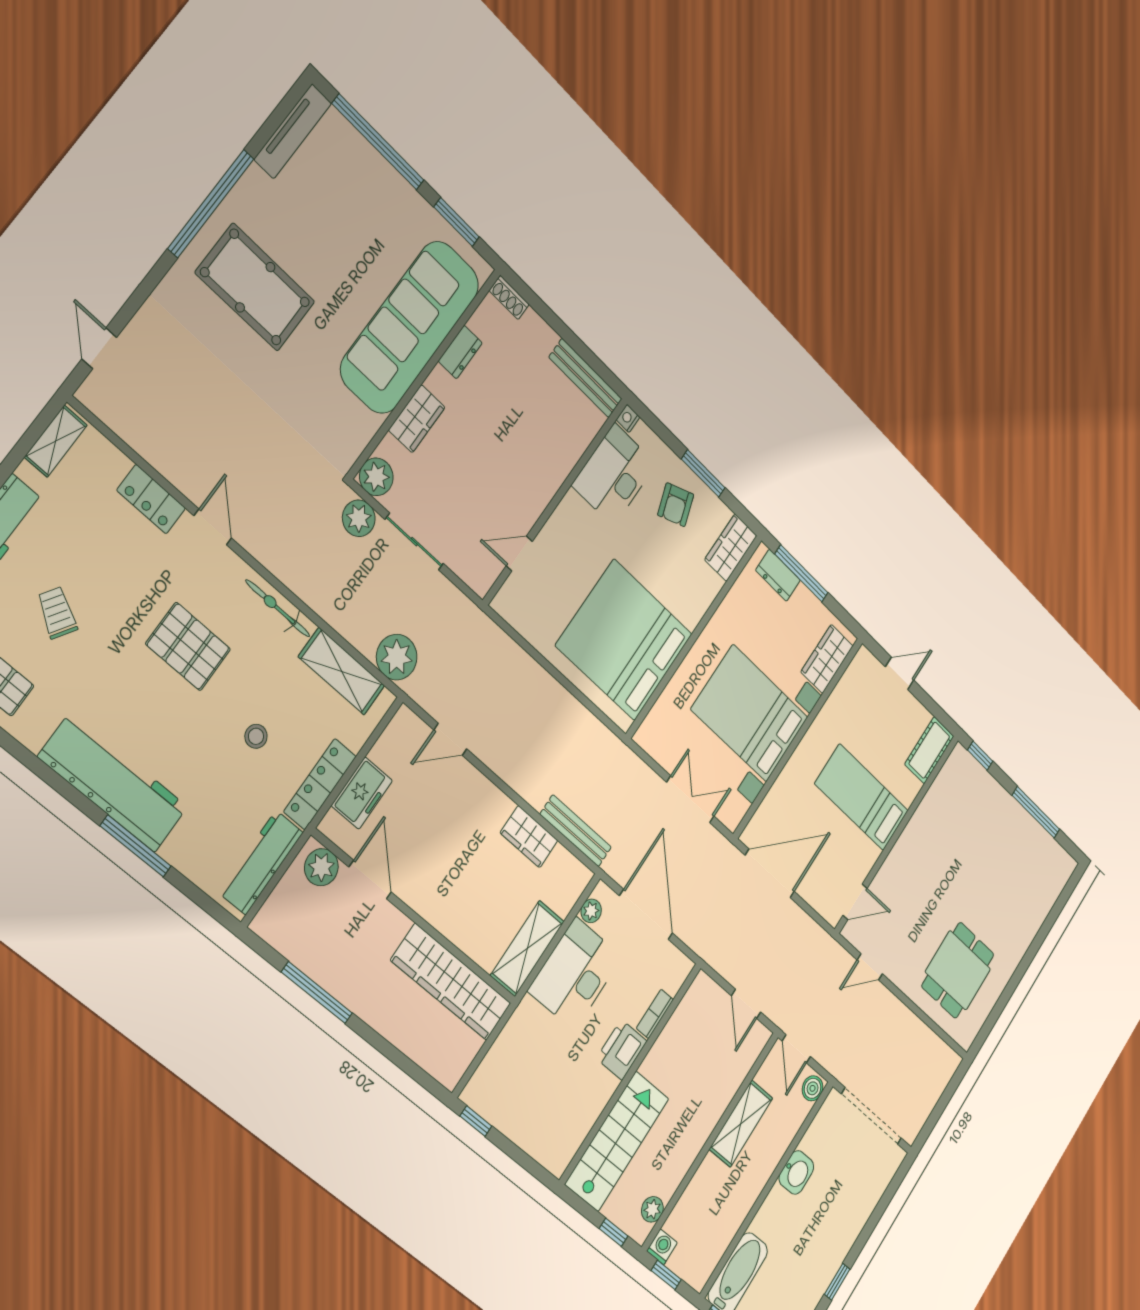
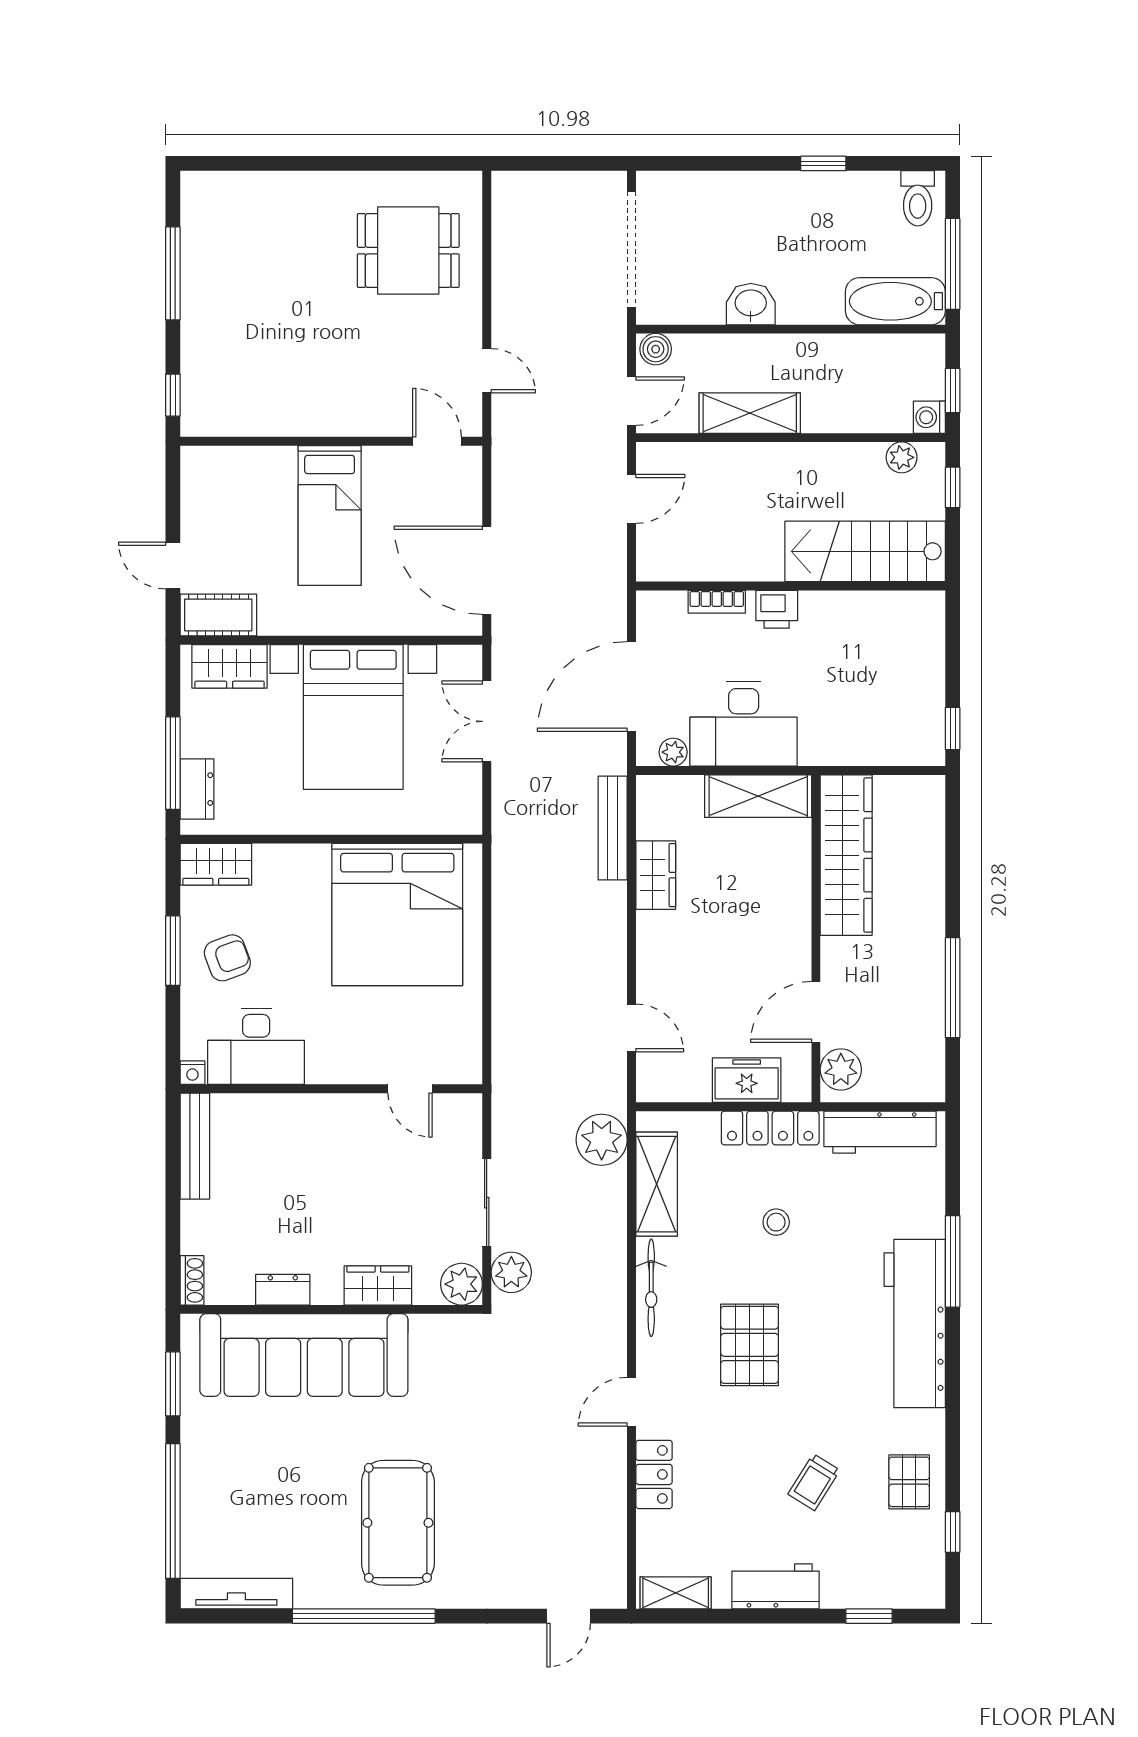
cot: (929, 750) -> (218, 615), moved
printer: (622, 1050) -> (777, 609), width x0.73, depth x0.81

